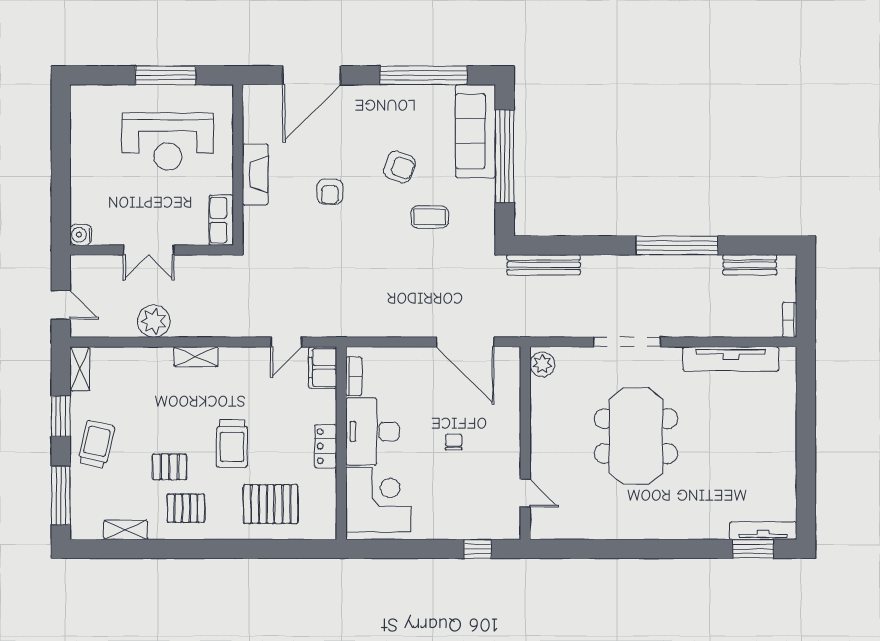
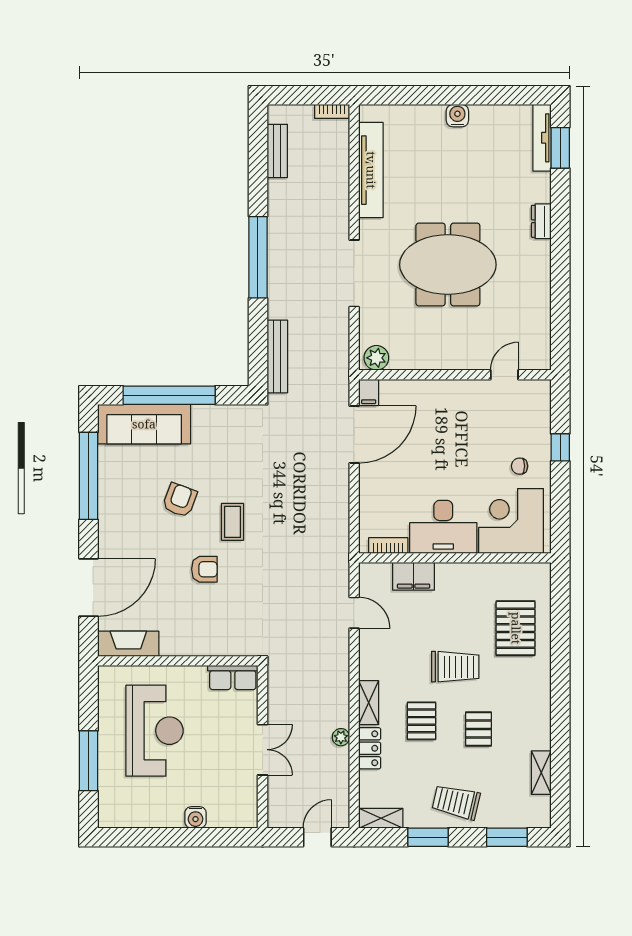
window: (165, 75) -> (89, 761), moved
door: (312, 75) -> (89, 588), hinge flipped
fireplace: (255, 174) -> (128, 644), moved
coffee table: (430, 217) -> (233, 522), moved
water cooler: (81, 235) -> (196, 817), moved
window: (677, 245) -> (258, 257), moved
plant: (154, 321) -> (341, 737), width x0.53, depth x0.53
filing cabinet: (507, 357) -> (369, 392), added
filing cabinet: (323, 368) -> (414, 576), moved
chair: (454, 442) -> (520, 466), moved
locker: (326, 446) -> (370, 748), moved, turned -90
water cooler: (785, 446) -> (457, 116), added
window: (61, 495) -> (507, 837), width x0.69
pallet: (186, 508) -> (422, 721), moved
dresser: (679, 530) -> (541, 221), added
window: (478, 549) -> (560, 447), moved

